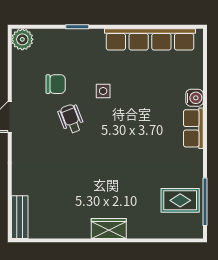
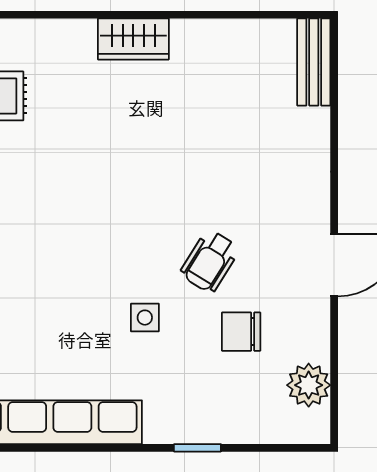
plant: (22, 39) -> (309, 385), moved
wheelchair: (71, 119) -> (210, 261), turned 53

